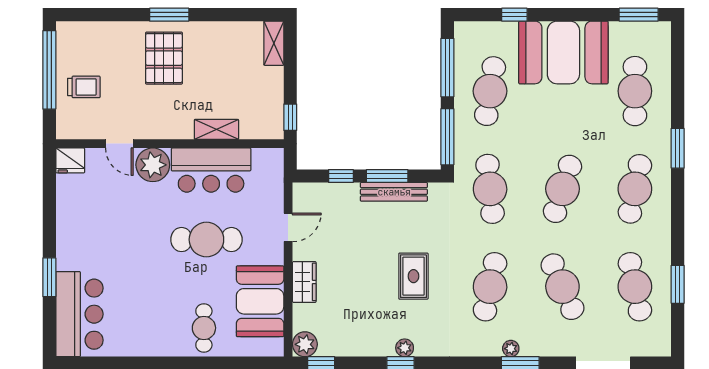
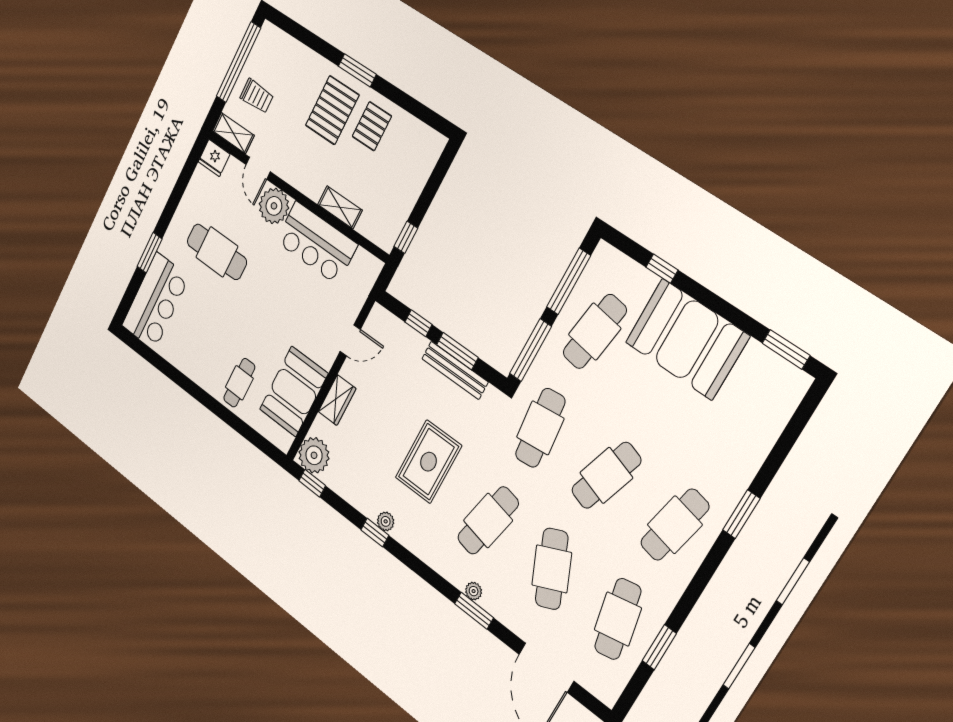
shelving: (274, 43) -> (233, 133), moved, turned 90
pallet: (208, 50) -> (372, 126), added
cafe table: (635, 91) -> (734, 427), removed
cafe table: (206, 240) -> (217, 252), moved
rug: (413, 276) -> (428, 462), width x1.36, depth x1.43
plant: (305, 344) -> (314, 455), width x1.36, depth x1.36

